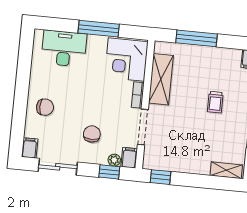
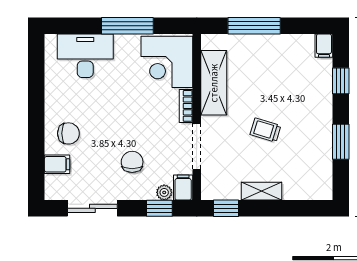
trolley: (215, 102) -> (265, 130), moved, turned 107
filing cabinet: (30, 148) -> (57, 164), moved, turned 90
shelving: (226, 170) -> (262, 191), moved

